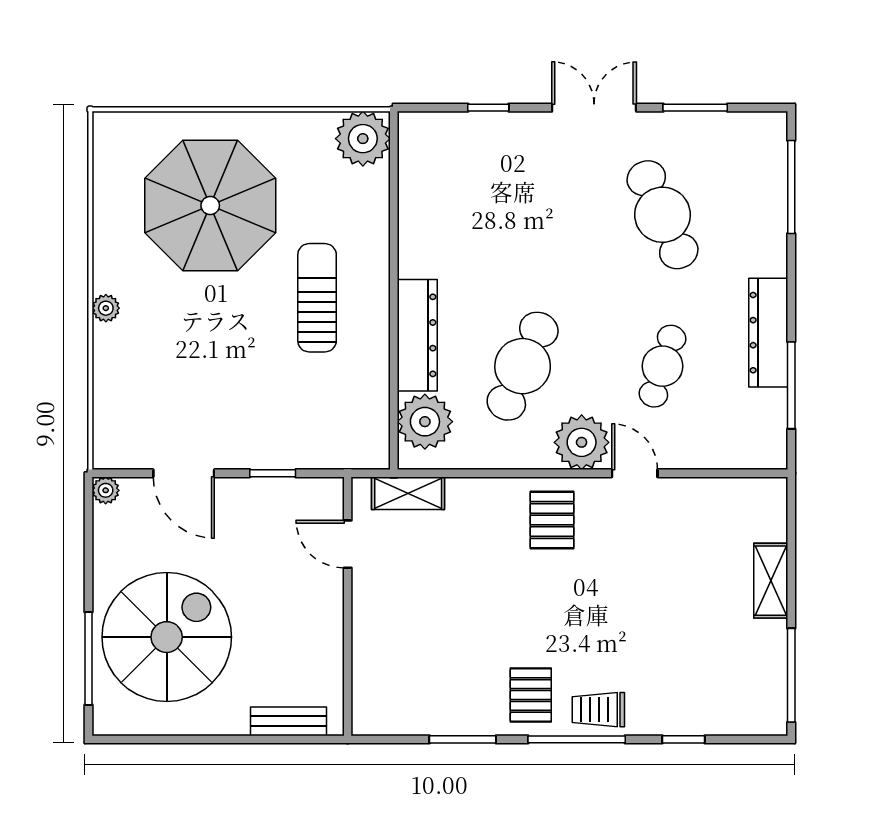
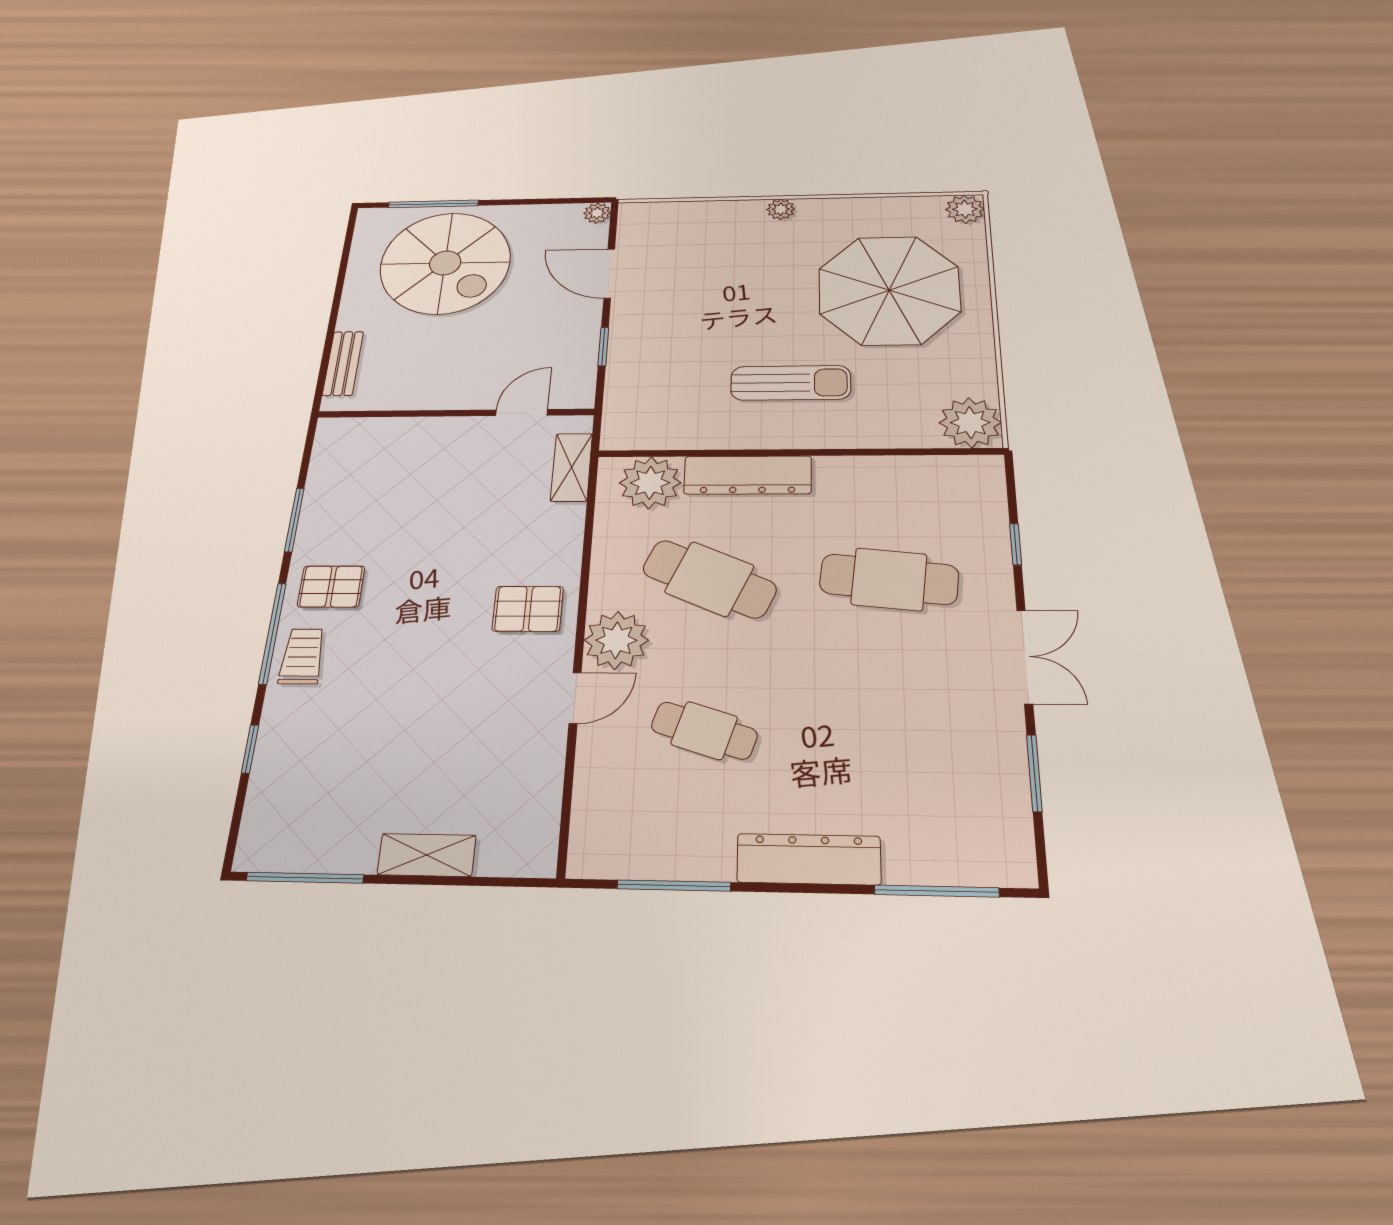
plant: (111, 130) -> (965, 209), added
cafe table: (662, 215) -> (889, 579), moved, turned 30
dresser: (768, 333) -> (809, 859), moved
door: (184, 473) -> (609, 273), hinge flipped

